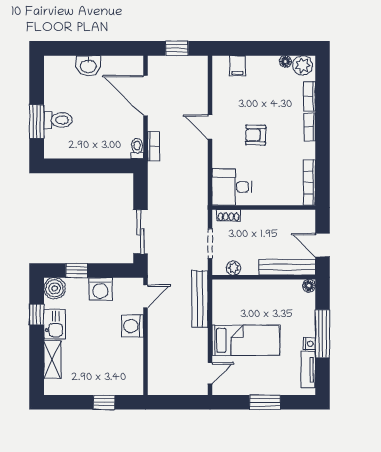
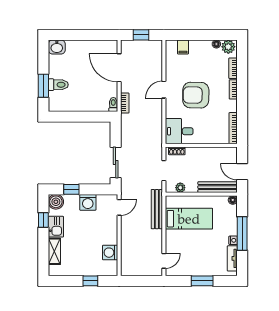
washbasin: (88, 66) -> (57, 47), moved
door: (210, 127) -> (164, 90), hinge flipped
armchair: (256, 135) -> (196, 95), width x1.88, depth x1.88
washing machine: (133, 326) -> (110, 253), moved
bed: (246, 340) -> (189, 219), moved

